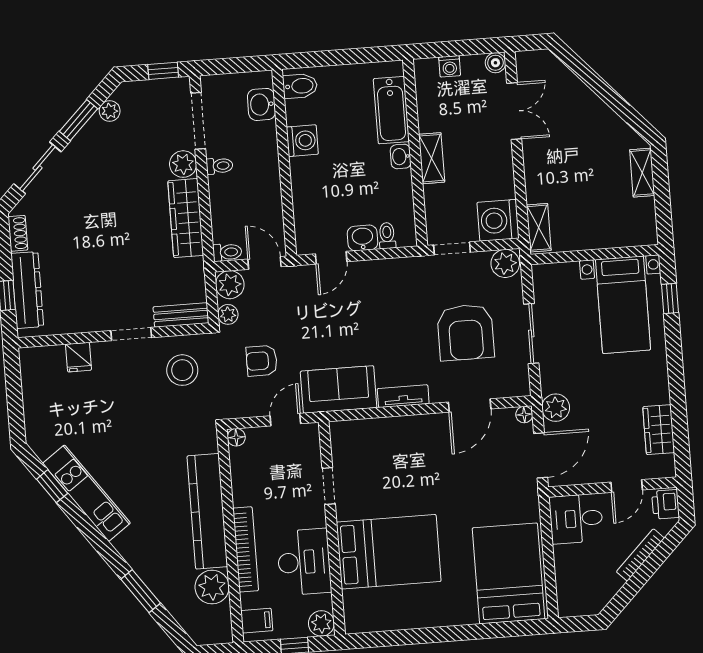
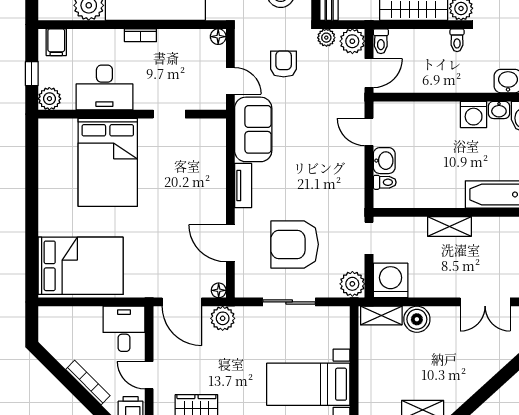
washbasin: (401, 156) -> (499, 110), moved, turned 180
boiler: (540, 187) -> (417, 319), added
bookcase: (246, 549) -> (140, 35), width x0.43, depth x0.76

